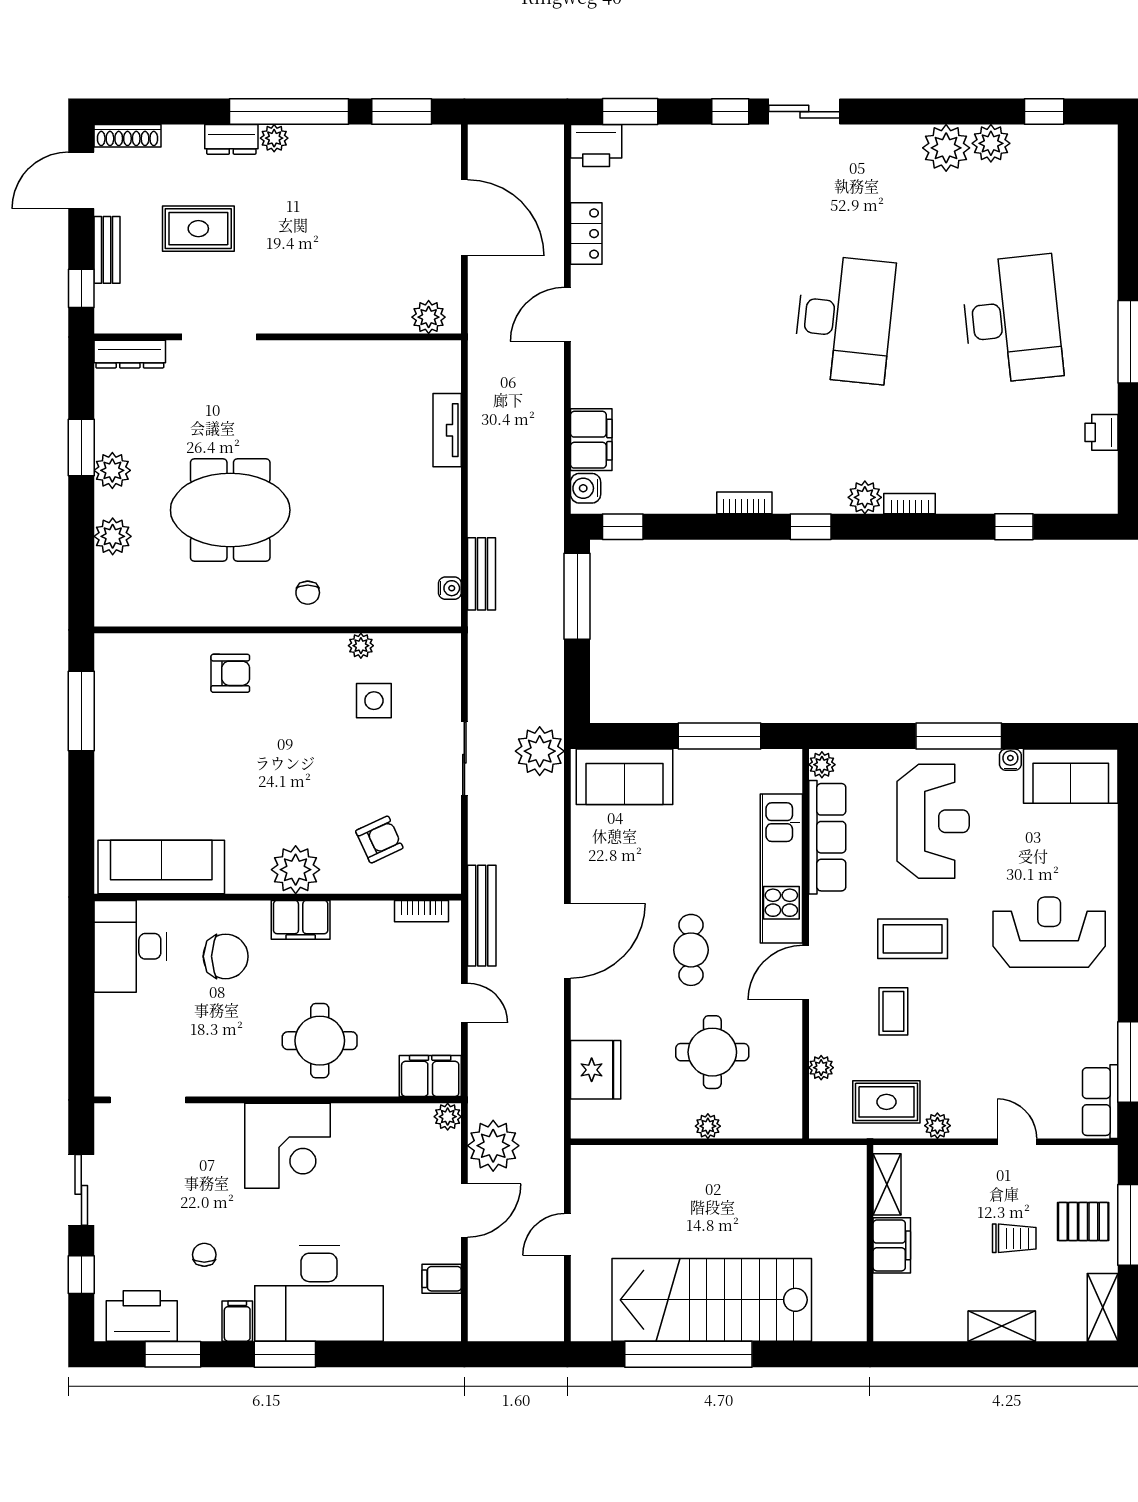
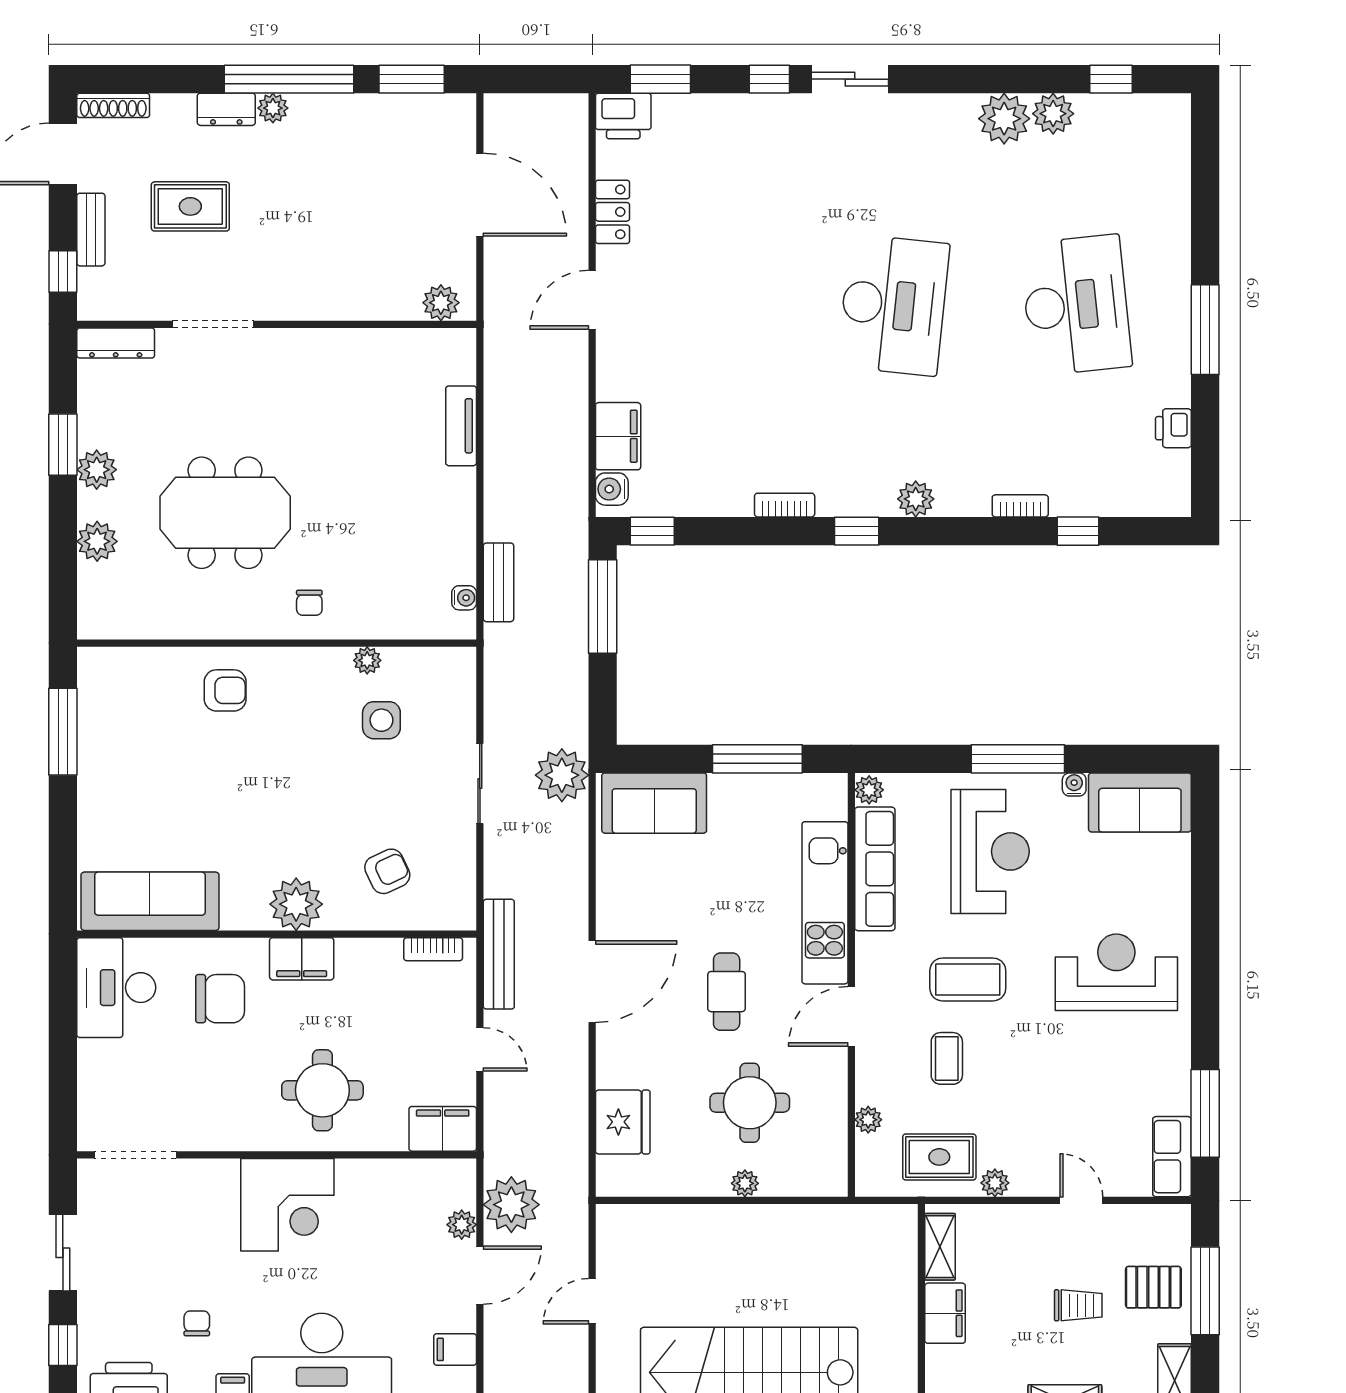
bookcase: (910, 504) -> (1020, 506), moved
plant: (448, 1117) -> (462, 1225), moved

